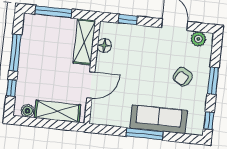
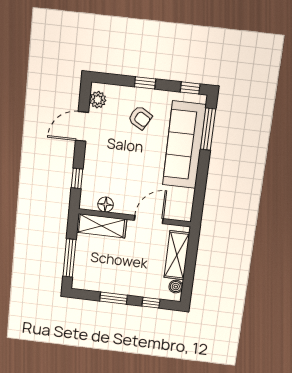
window: (15, 53) -> (114, 298), width x0.69
window: (213, 81) -> (145, 83), width x0.67
door: (91, 85) -> (149, 219), hinge flipped
sofa: (159, 119) -> (184, 145), width x1.36, depth x1.27
window: (145, 134) -> (208, 129), moved

